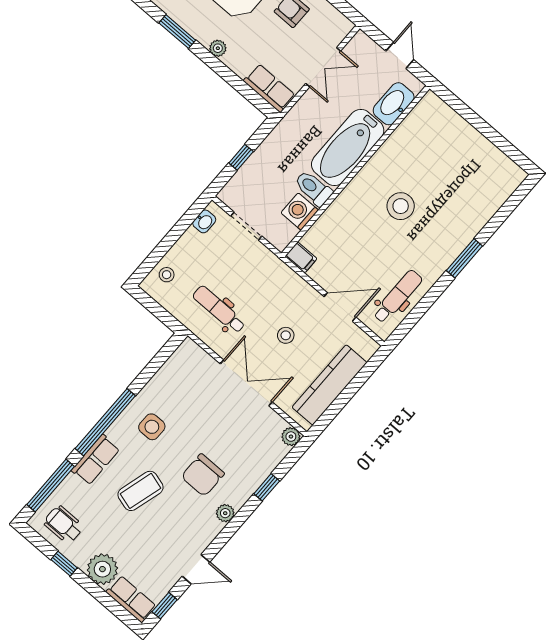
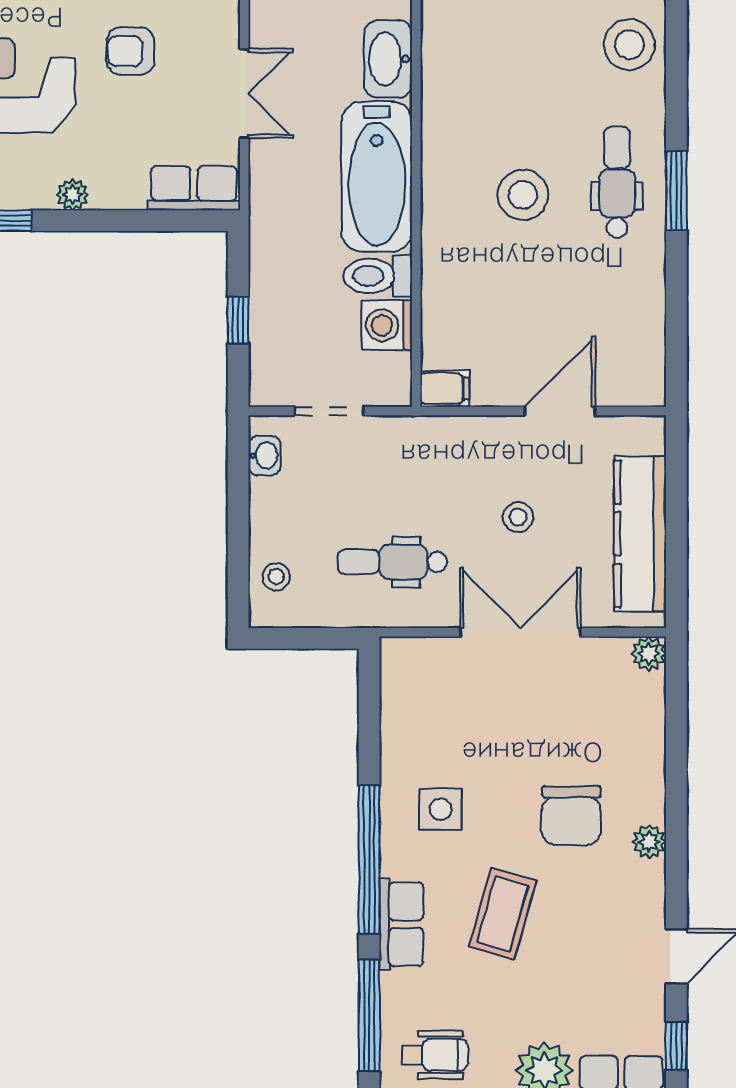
stool: (496, 182) -> (629, 45), added
dental chair: (398, 296) -> (617, 182), moved
window: (267, 487) -> (676, 755), removed
wheelchair: (64, 525) -> (435, 1055), turned 180

